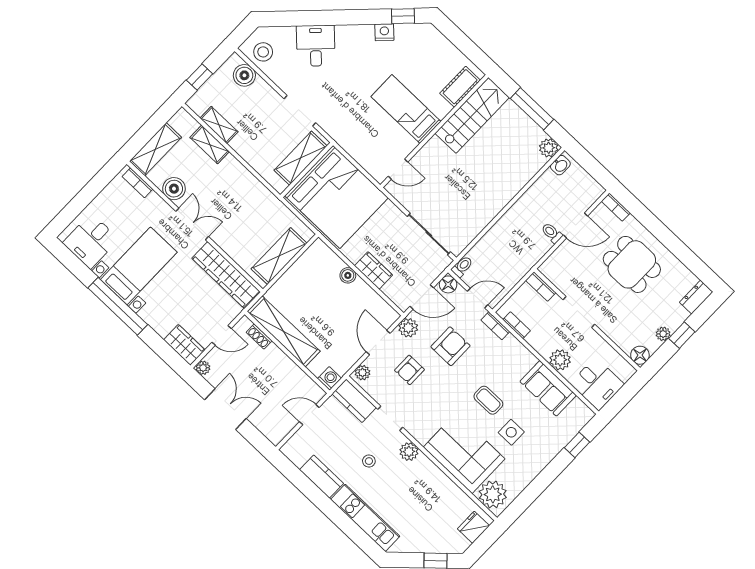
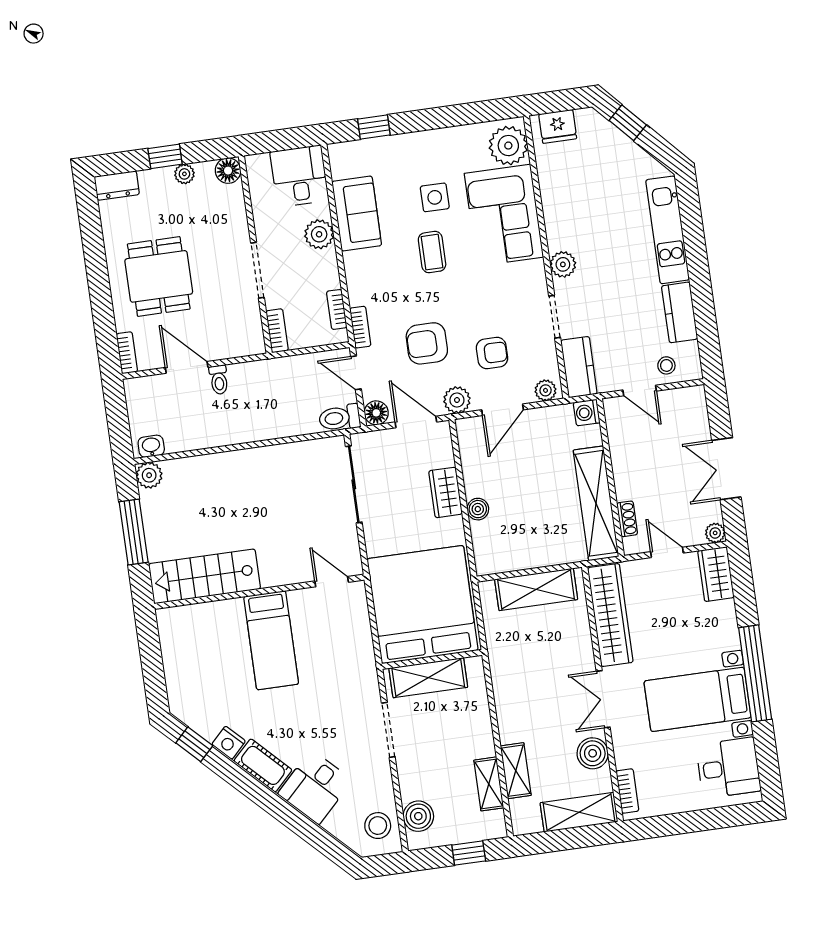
cot: (460, 87) -> (263, 765), moved, turned 45
toilet: (462, 267) -> (339, 418), width x1.37, depth x1.39
stool: (369, 461) -> (666, 365), moved

